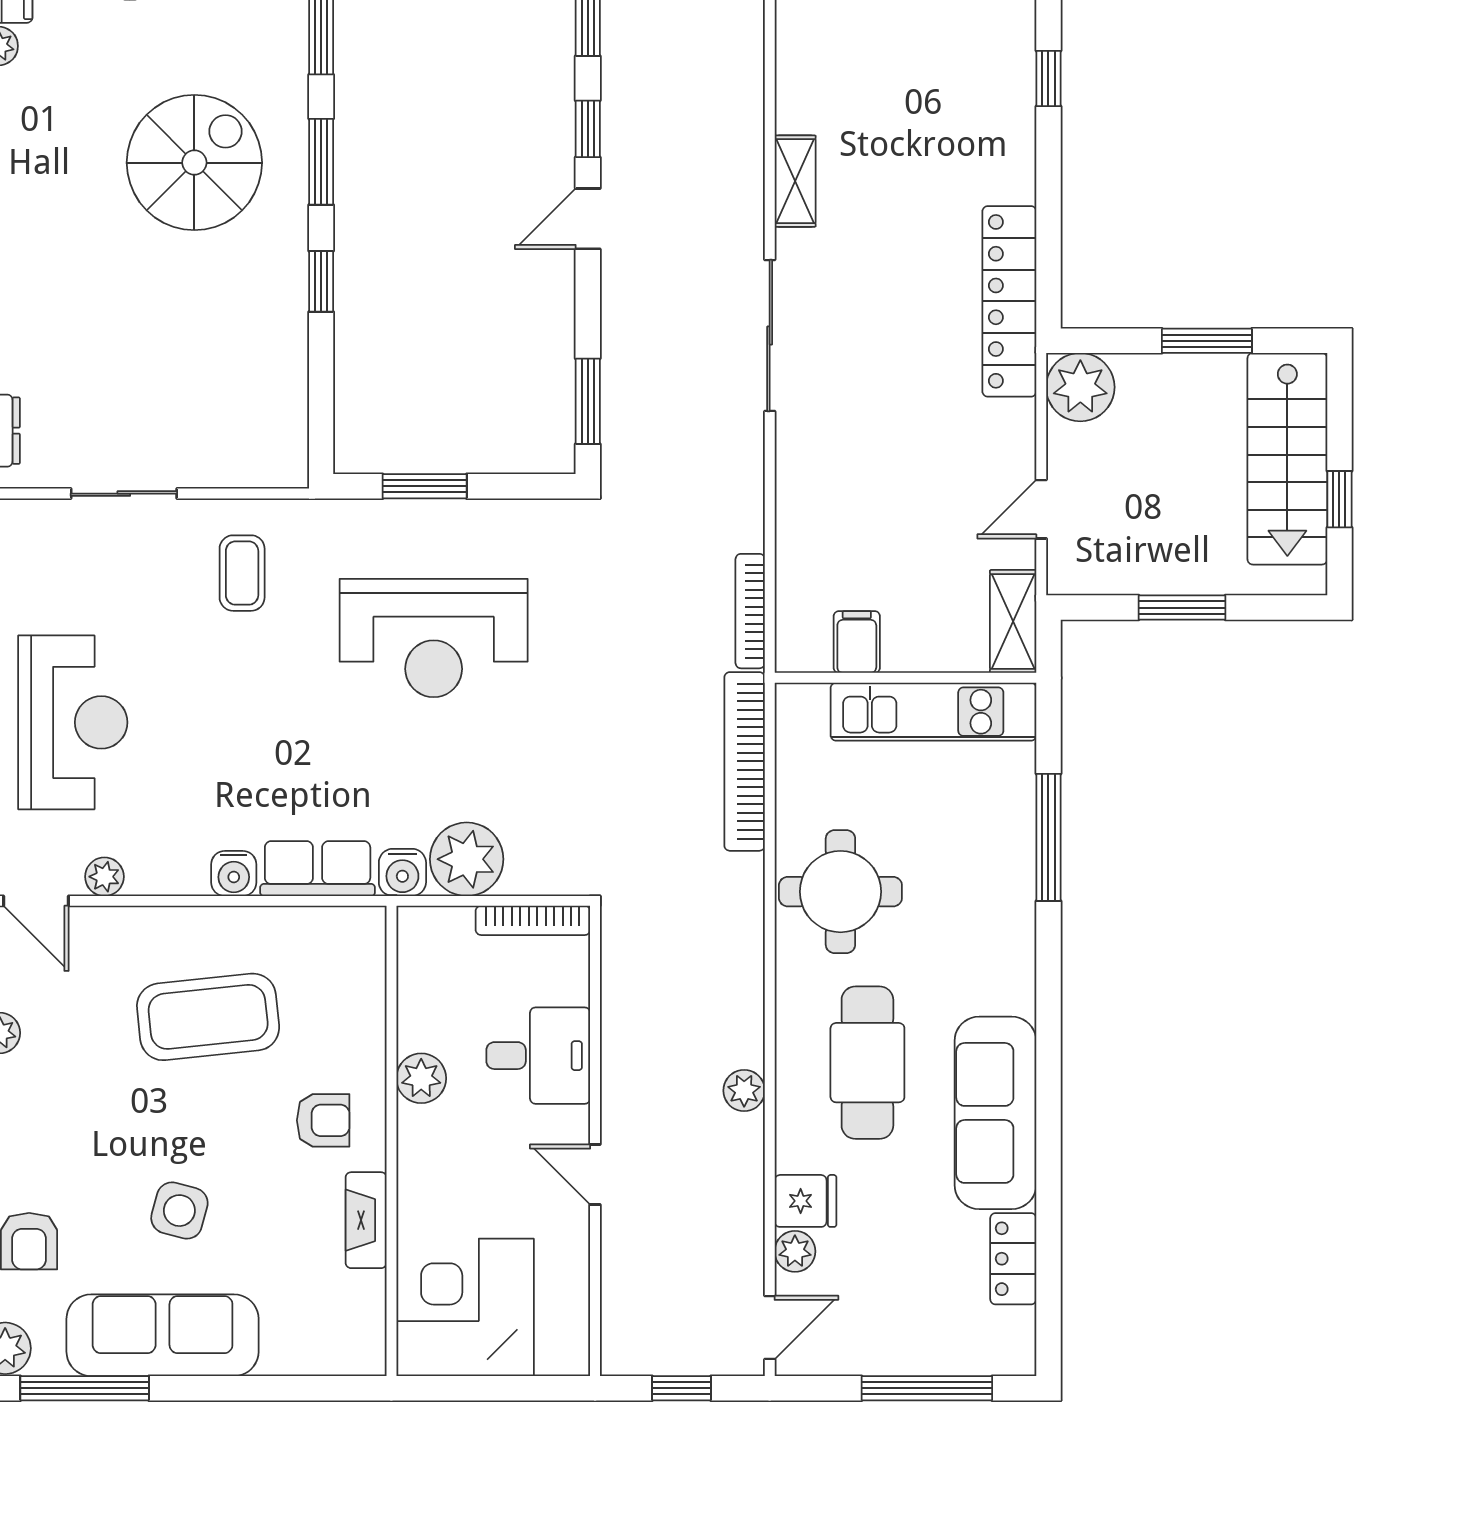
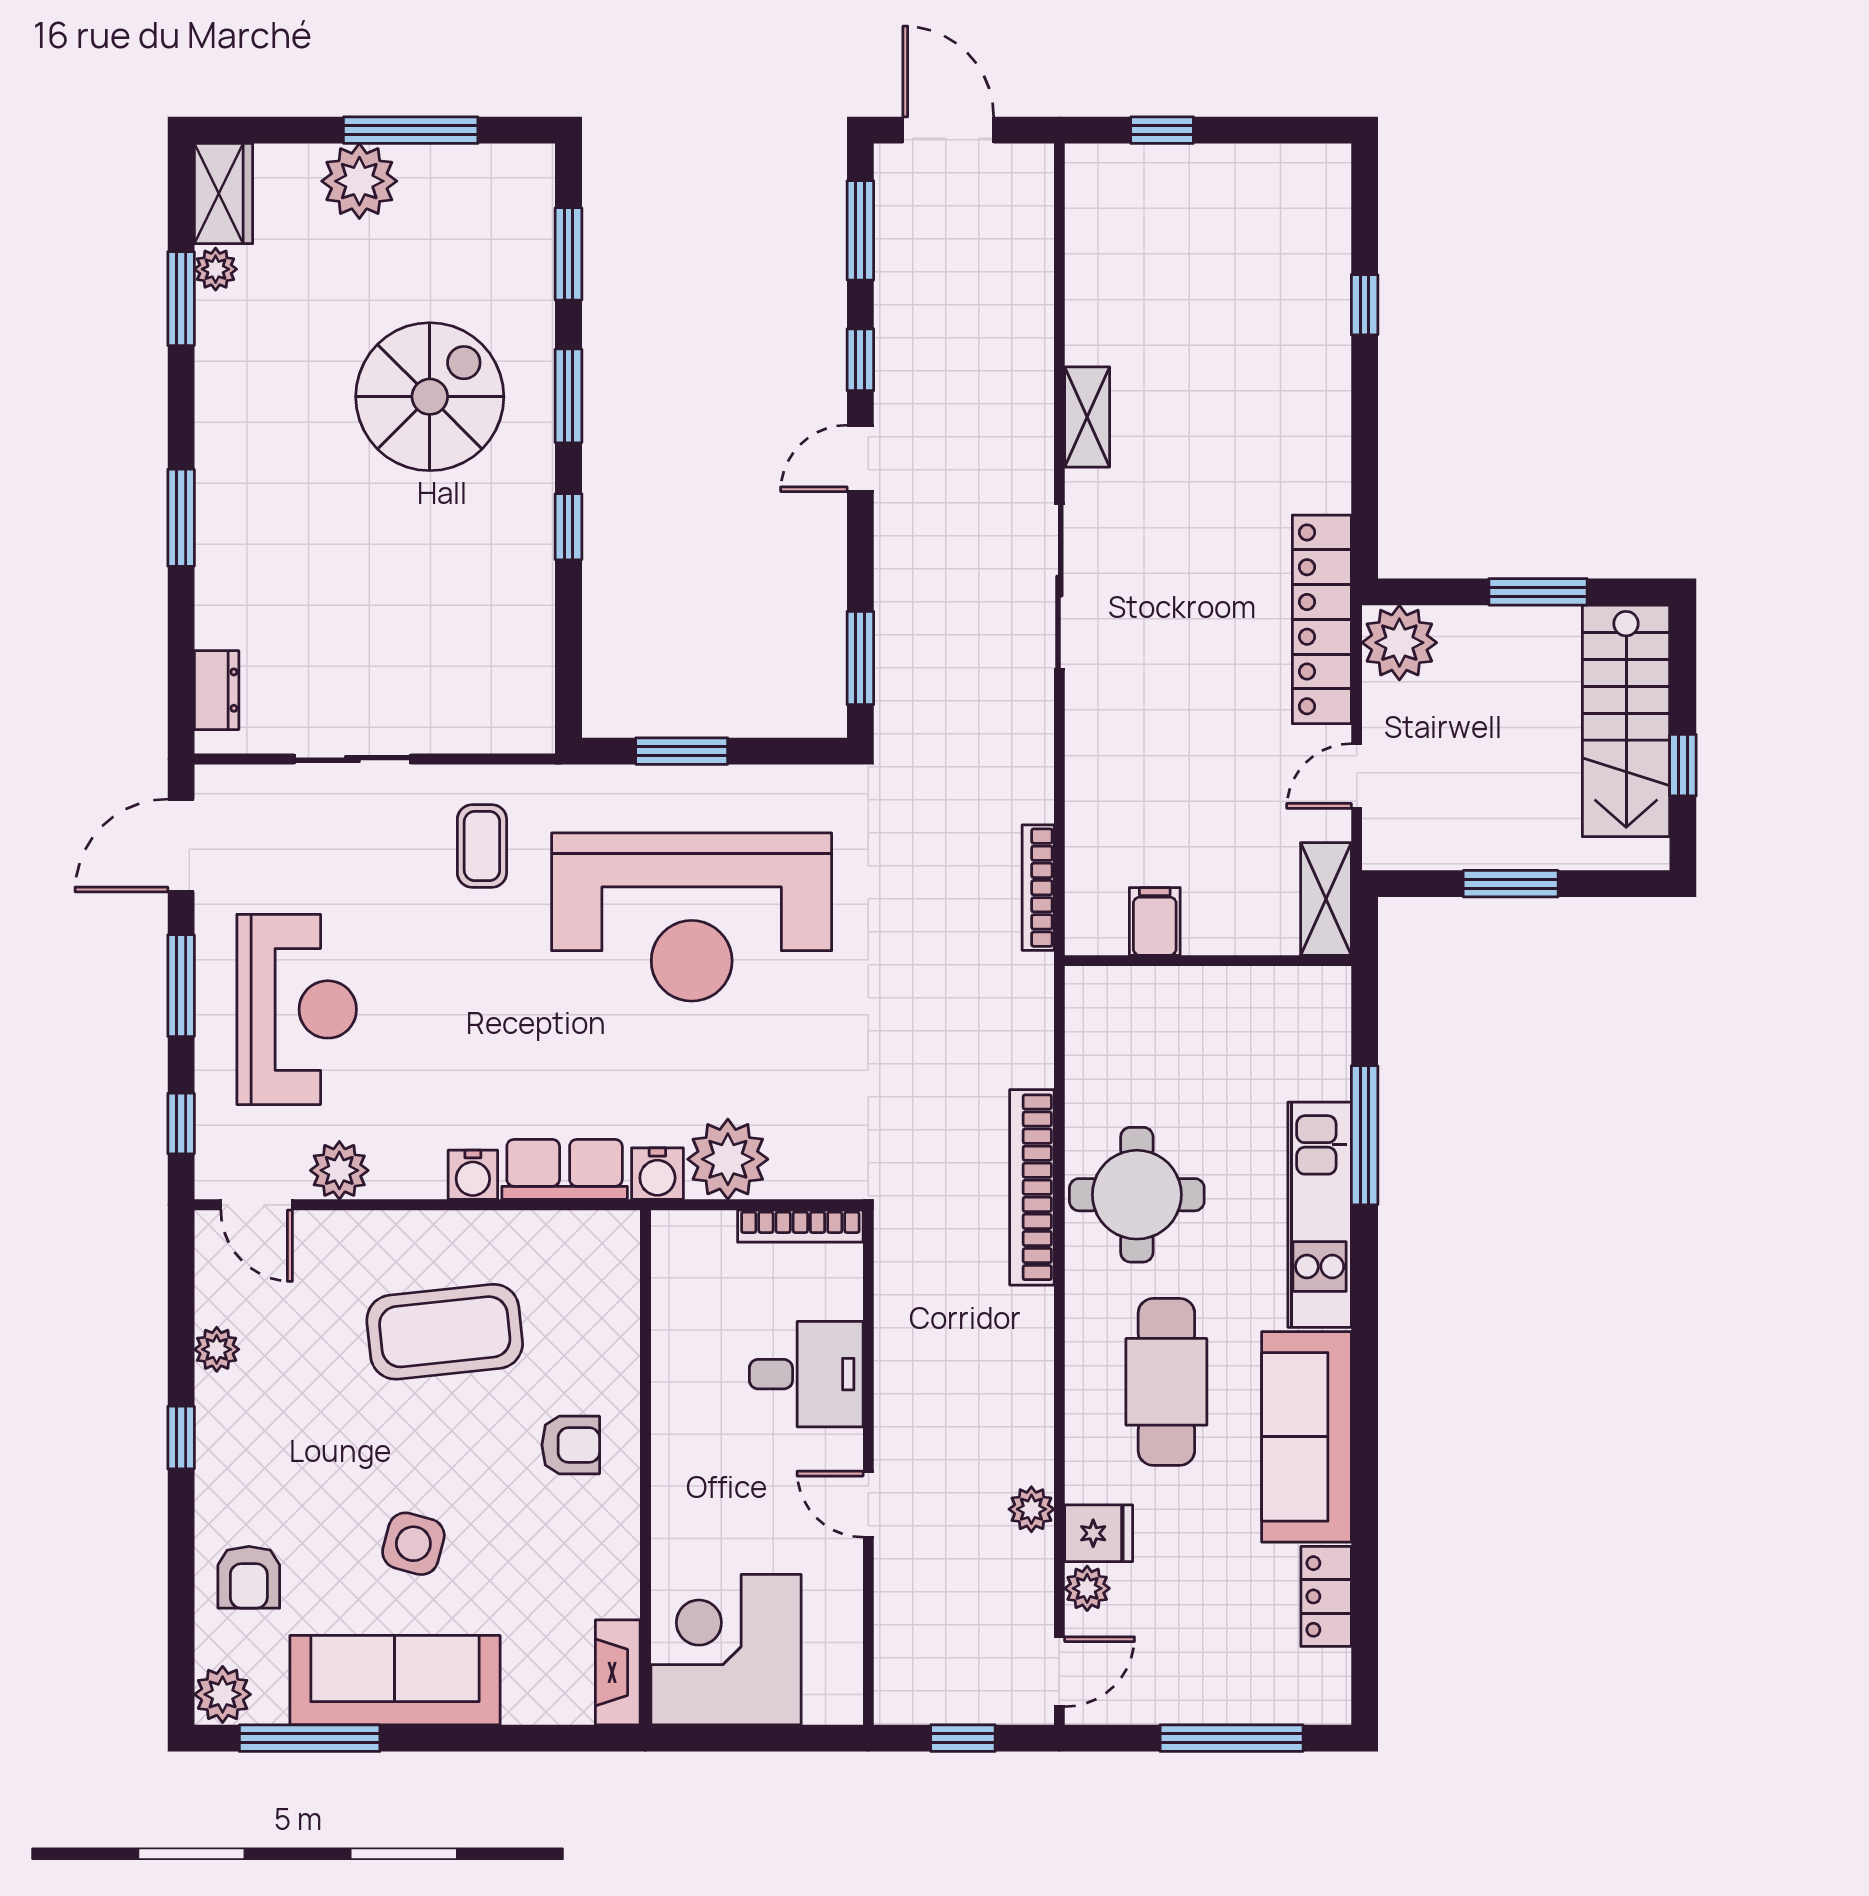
locker: (1009, 301) -> (1322, 619), moved
reception desk: (434, 638) -> (692, 917), width x1.36, depth x1.30
kitchen unit: (934, 712) -> (1320, 1215), moved, turned 90
bookcase: (745, 761) -> (1032, 1187), moved
plant: (104, 877) -> (339, 1170), width x1.38, depth x1.38
plant: (421, 1078) -> (678, 1399), removed
plant: (744, 1091) -> (1031, 1509), moved
fireplace: (366, 1220) -> (618, 1672), moved

